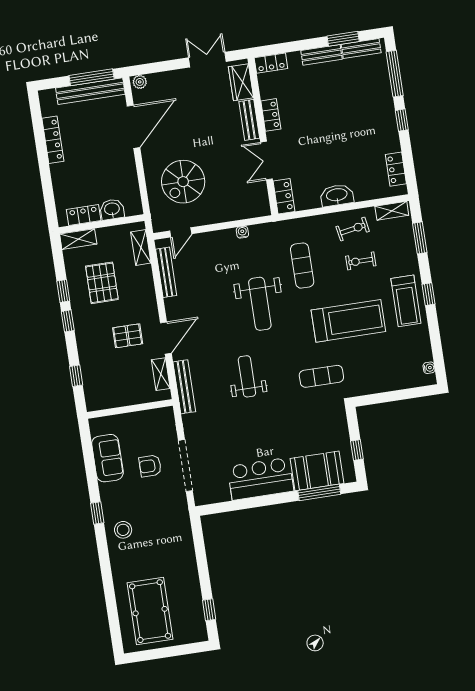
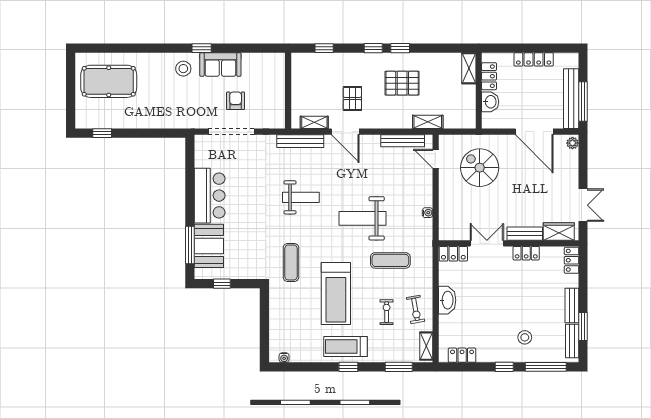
stool: (365, 102) -> (525, 337), added
washbasin: (112, 209) -> (490, 102), moved
locker: (84, 215) -> (489, 76), moved
wall: (102, 224) -> (479, 91), moved
shelving: (78, 239) -> (469, 68), moved
sofa: (107, 458) -> (220, 65), moved

